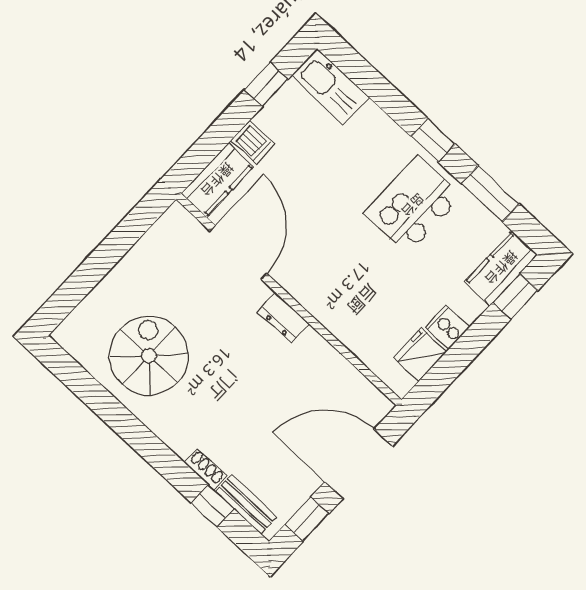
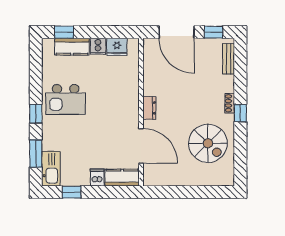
window: (490, 194) -> (36, 154), moved
door: (239, 252) -> (141, 146), swing flipped
kitchen counter: (501, 268) -> (72, 47), moved
spiral stairs: (149, 356) -> (208, 143), turned -90
shoe rack: (205, 469) -> (230, 103), moved
window: (213, 506) -> (240, 113), moved

